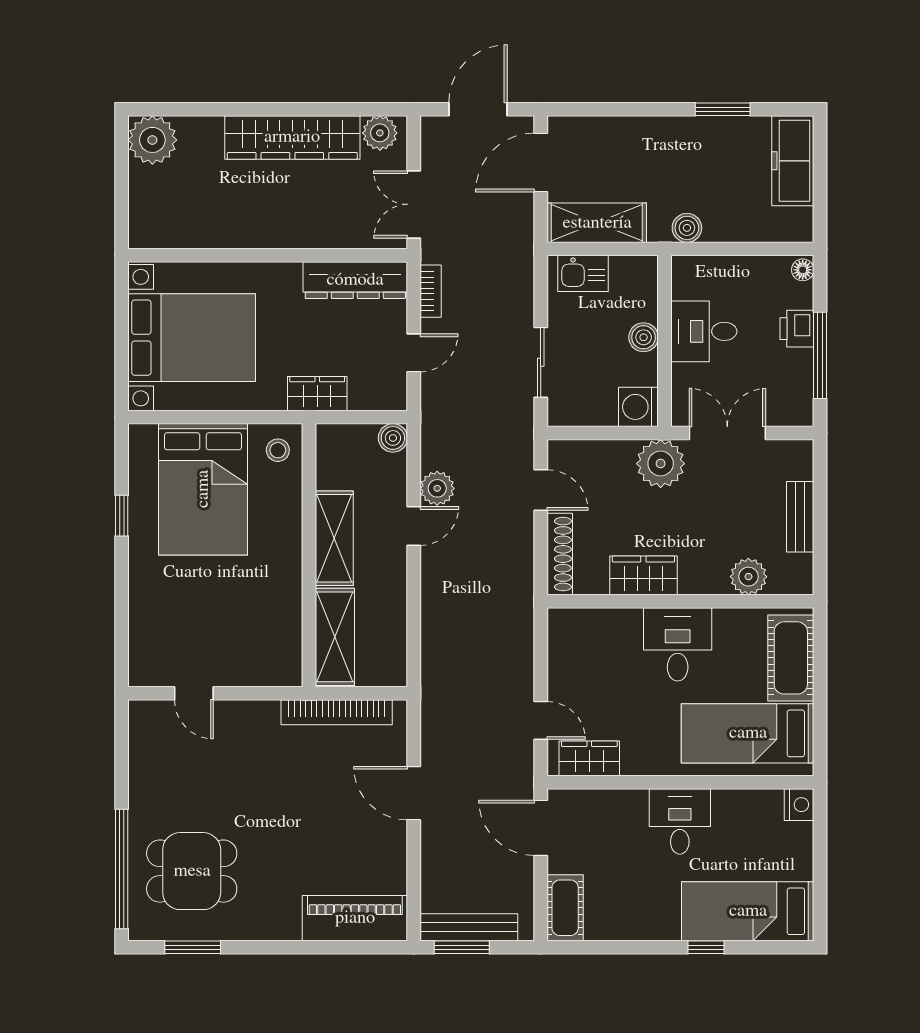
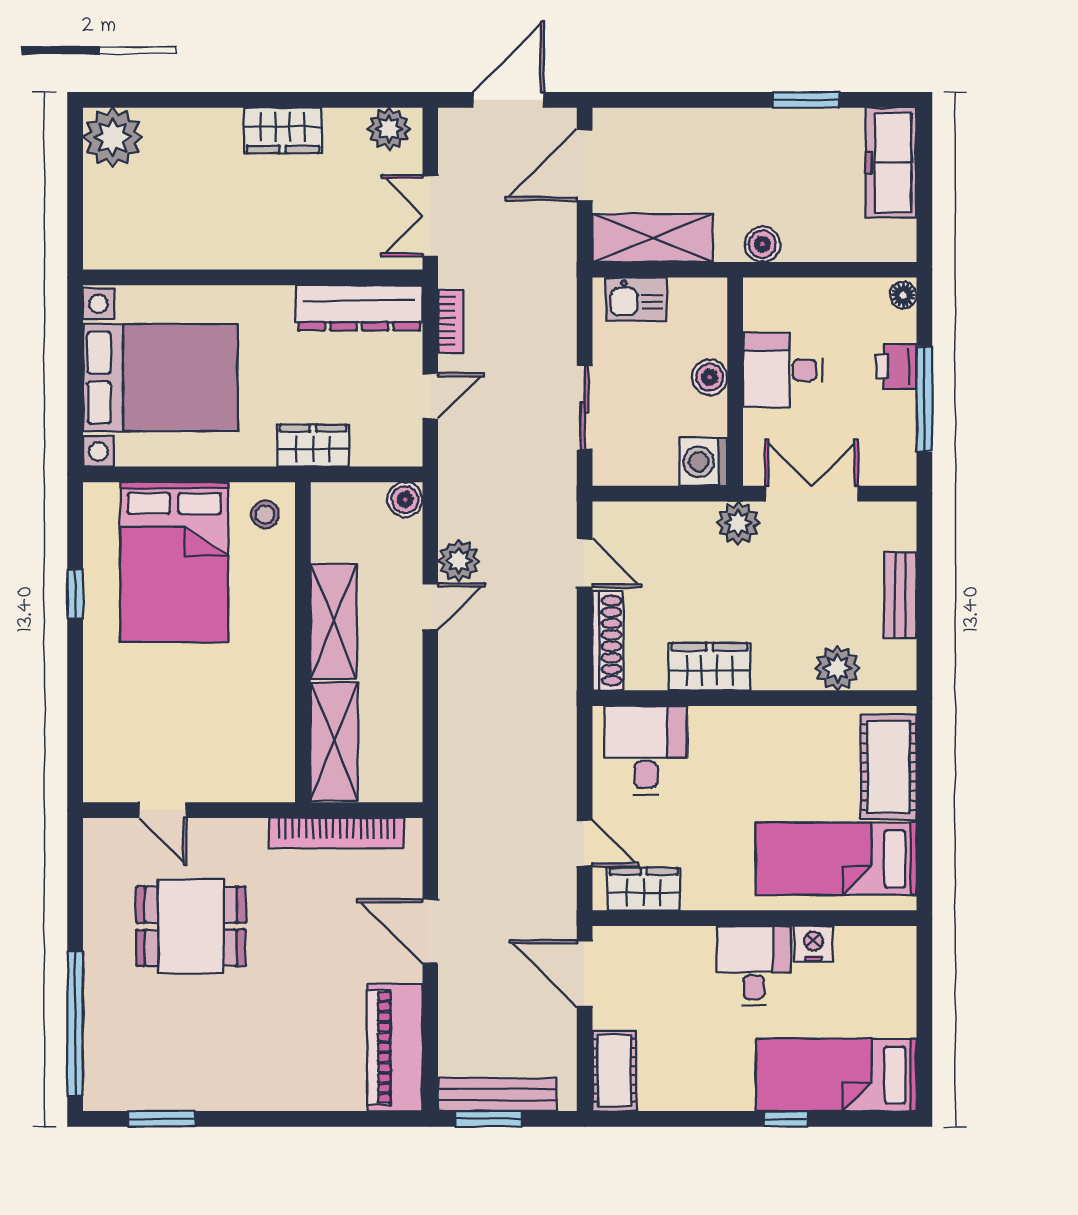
wardrobe: (292, 137) -> (283, 130), width x0.48, depth x0.85
plant: (661, 464) -> (738, 523), width x0.73, depth x0.73
desk: (678, 644) -> (646, 750), moved
nightstand: (799, 805) -> (813, 944), moved, turned -90
dining table: (192, 871) -> (191, 926), moved
piano: (355, 918) -> (395, 1047), moved, turned -90

